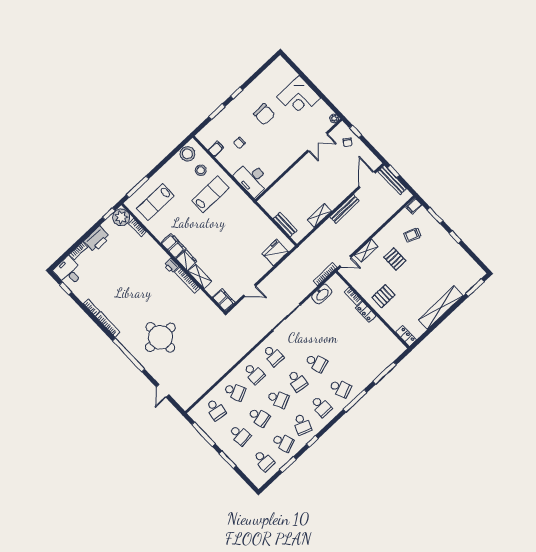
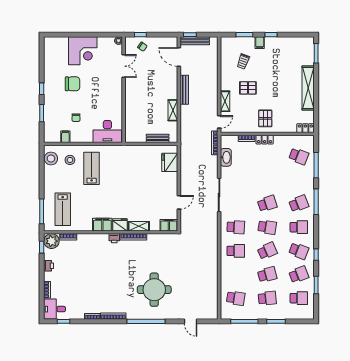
filing cabinet: (414, 206) -> (260, 43), moved
printer: (97, 239) -> (48, 266), width x0.53, depth x0.68
school desk: (235, 392) -> (299, 156), moved, turned 45

